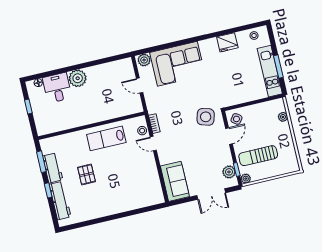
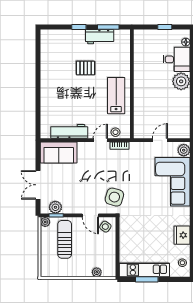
workbench: (60, 201) -> (69, 131), moved, turned 180

